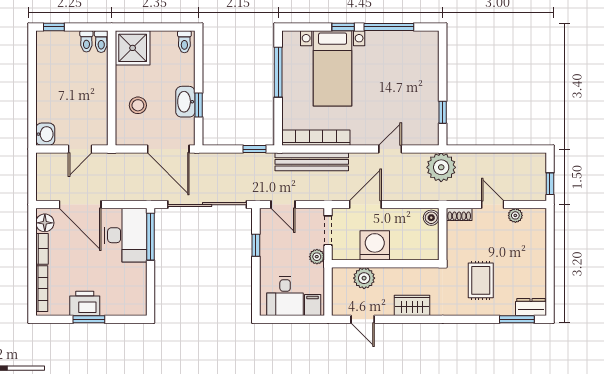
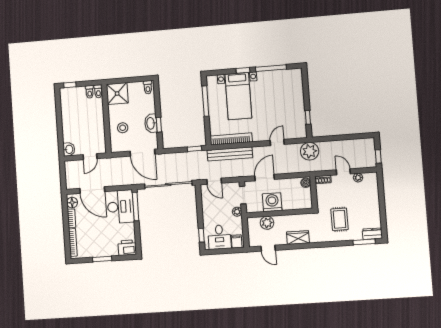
window: (256, 245) -> (201, 235), moved
printer: (85, 303) -> (127, 248), moved

